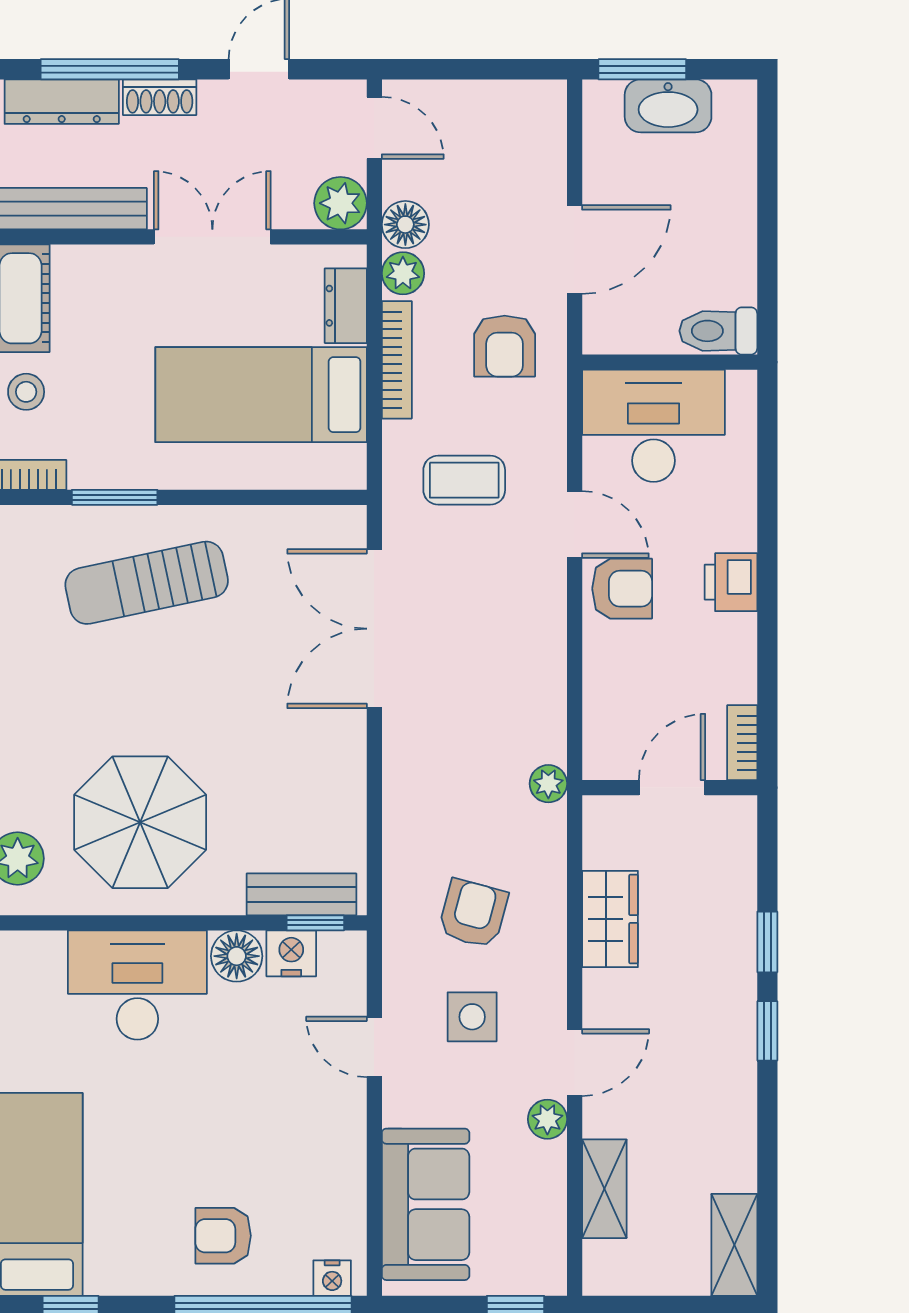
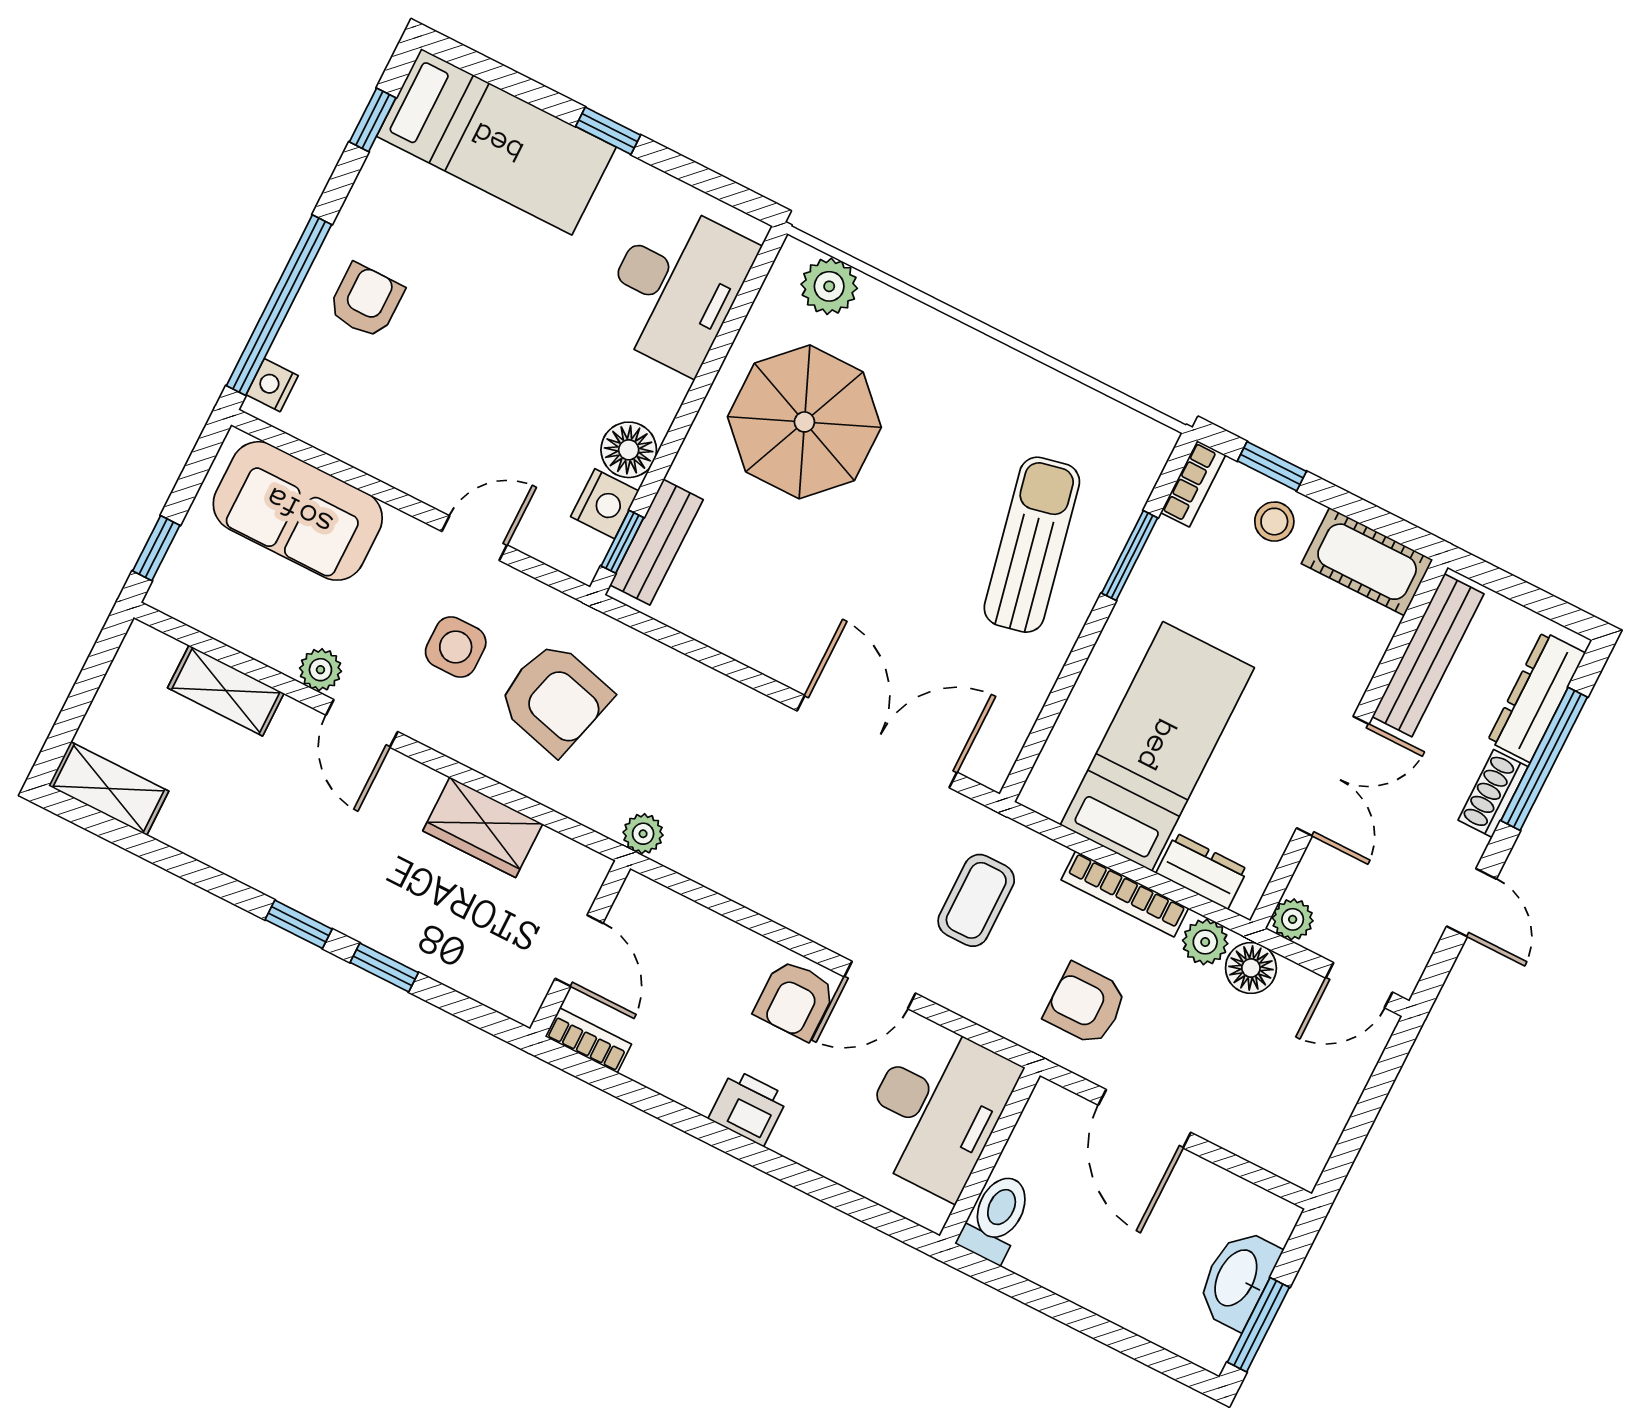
window: (642, 69) -> (1258, 1325), moved
plant: (340, 203) -> (1293, 919), width x0.73, depth x0.73
armchair: (473, 913) -> (555, 698), width x1.38, depth x1.38
desk: (137, 985) -> (676, 287), moved

